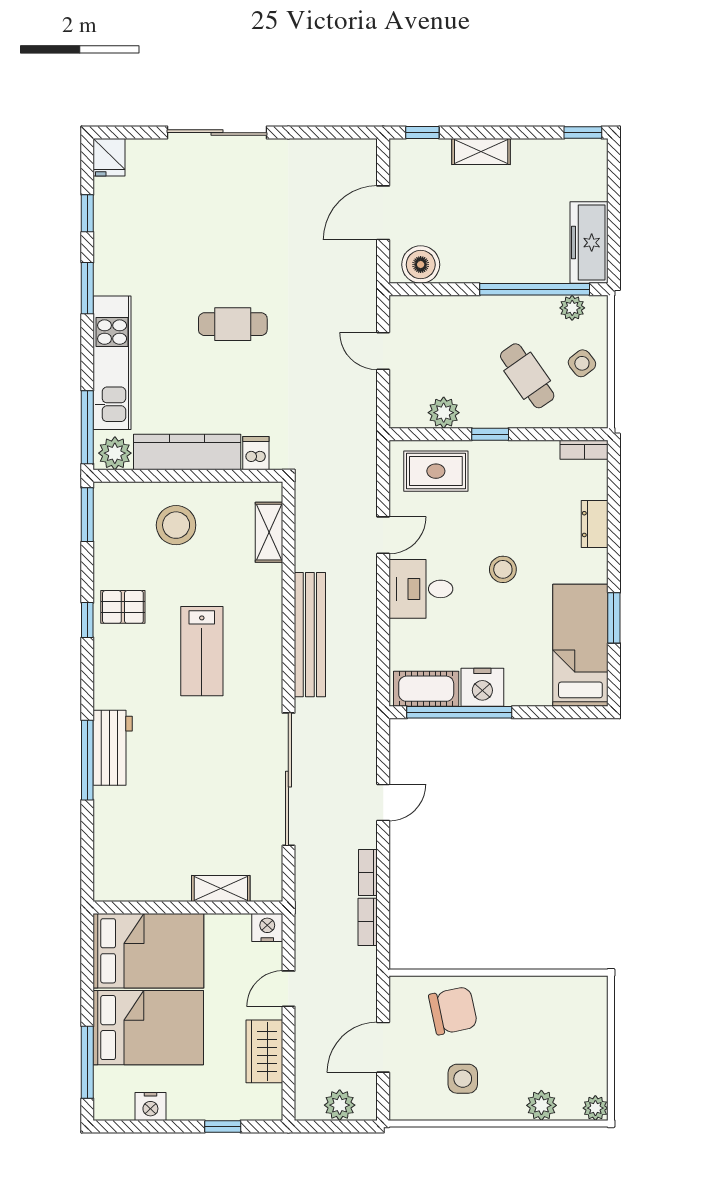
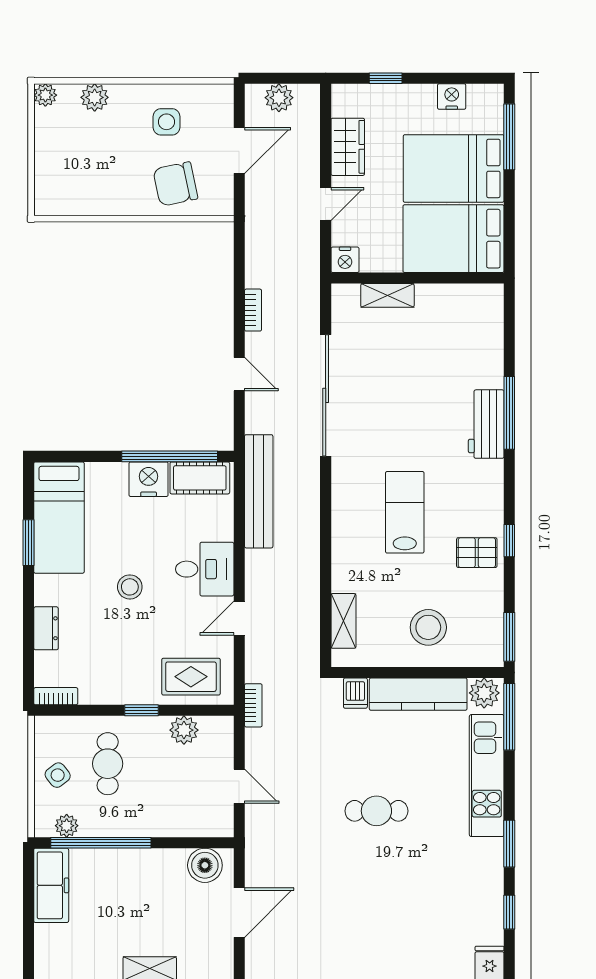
cafe table: (527, 376) -> (108, 764), turned 35
bench: (310, 635) -> (259, 491), moved
door: (383, 802) -> (239, 374), swing flipped
bookcase: (368, 922) -> (253, 705), moved

